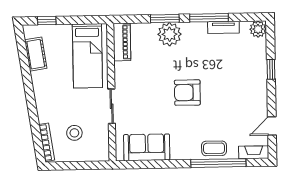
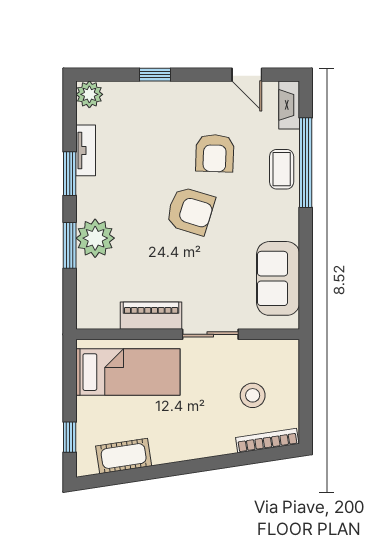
window: (209, 18) -> (70, 174), width x0.69
piano: (122, 42) -> (151, 316), moved
armchair: (187, 93) -> (190, 211), turned -73
armchair: (223, 107) -> (215, 153), added

